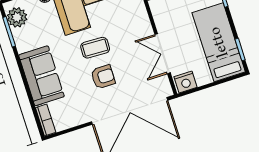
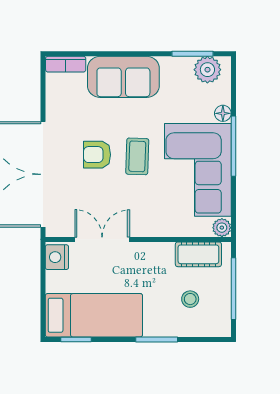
armchair: (103, 77) -> (97, 155), turned 90

